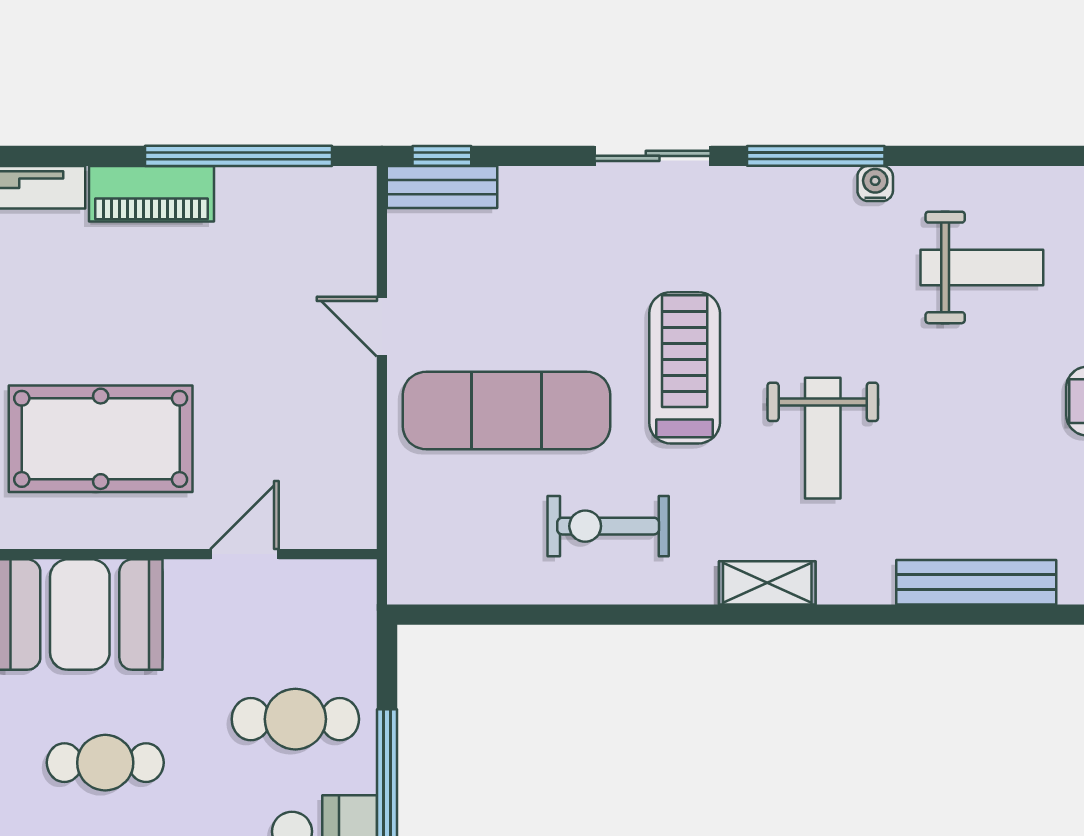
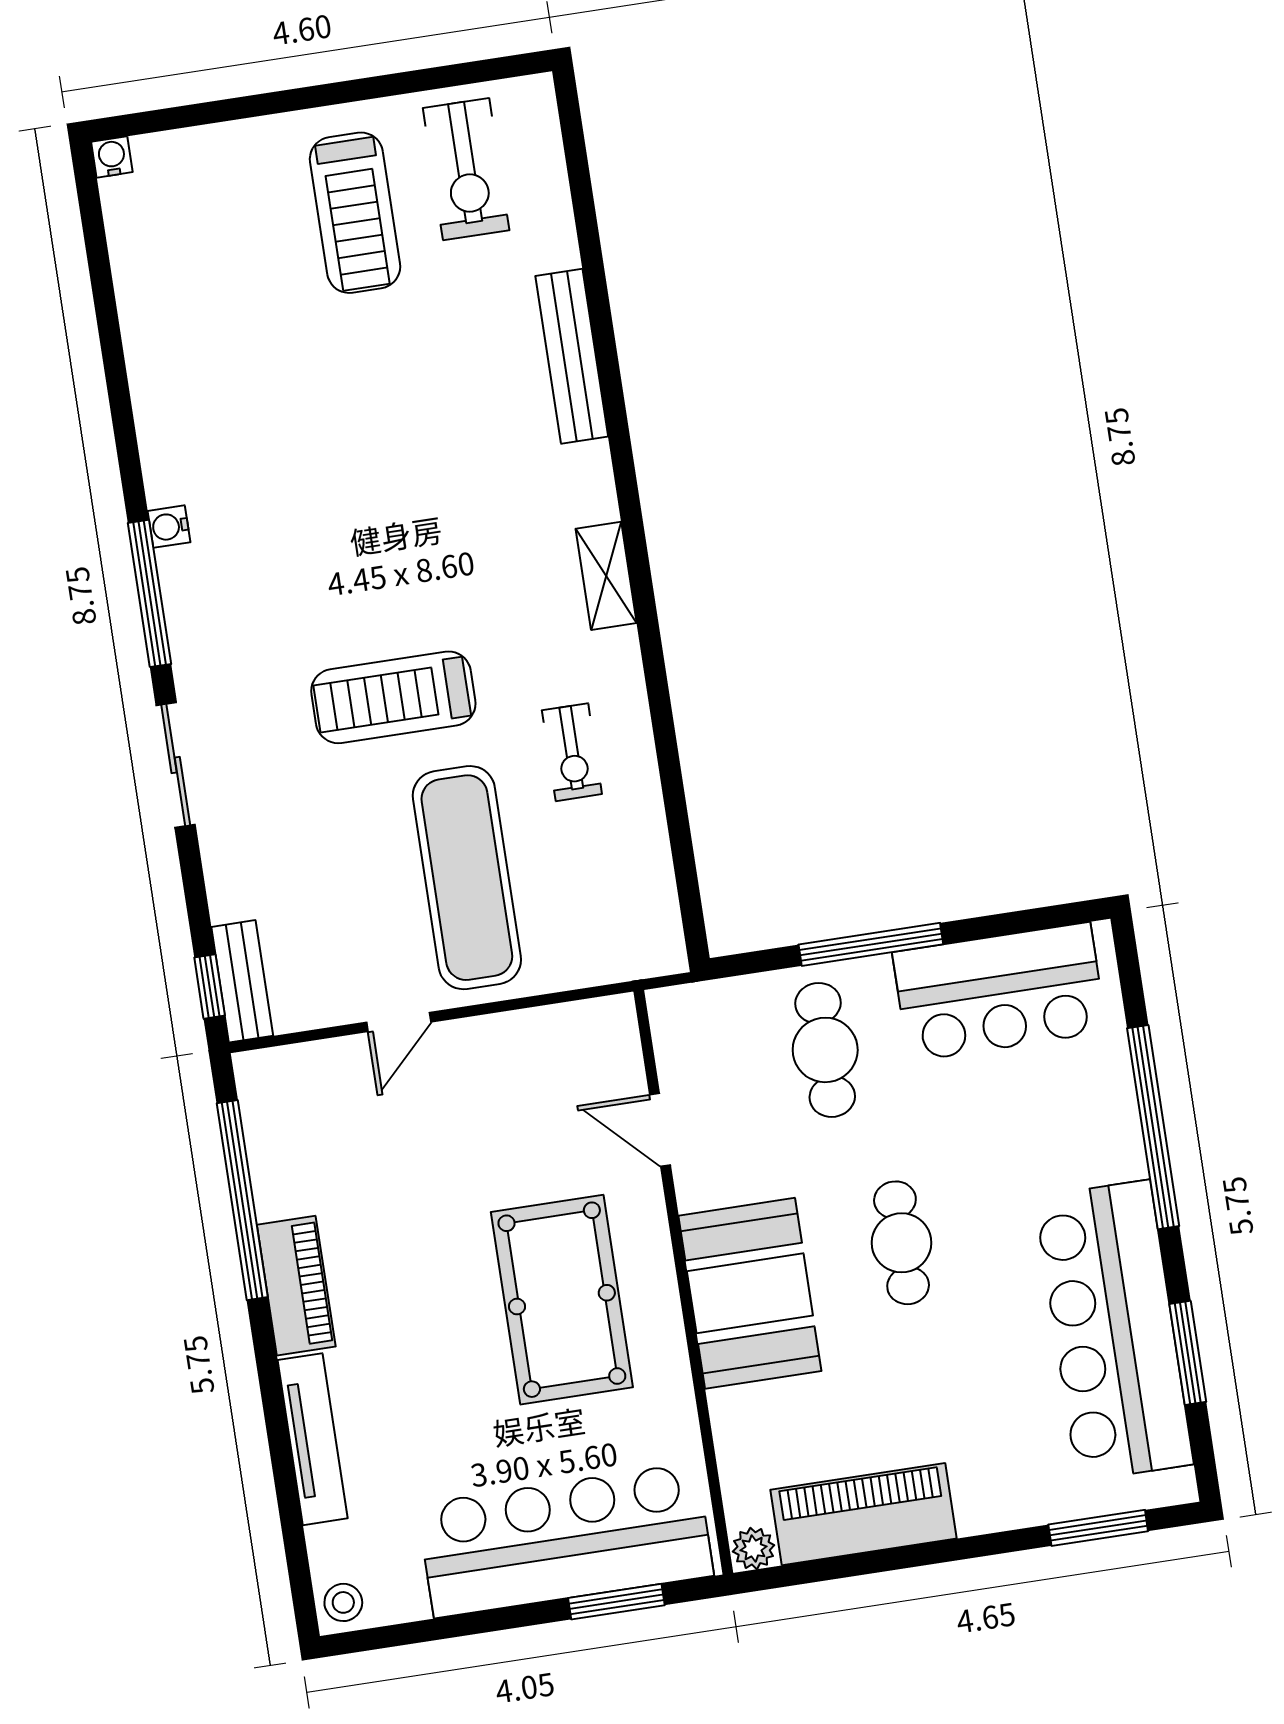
weight bench: (982, 267) -> (240, 401), removed
weight bench: (823, 438) -> (445, 541), removed
exercise bike: (608, 526) -> (572, 752), width x0.73, depth x0.72

